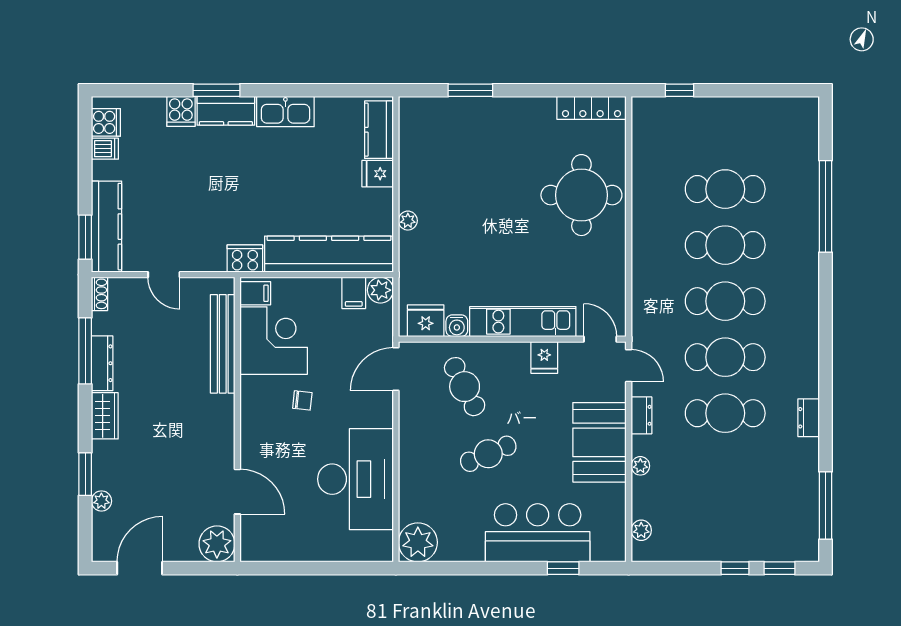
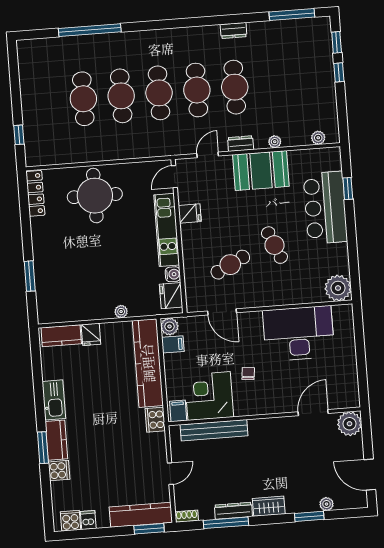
fridge: (426, 321) -> (171, 296), moved
kitchen unit: (523, 322) -> (167, 230), moved
water cooler: (457, 326) -> (173, 274), moved
wall: (512, 339) -> (179, 236), moved
door: (600, 339) -> (174, 177), moved
fridge: (544, 357) -> (190, 214), moved

